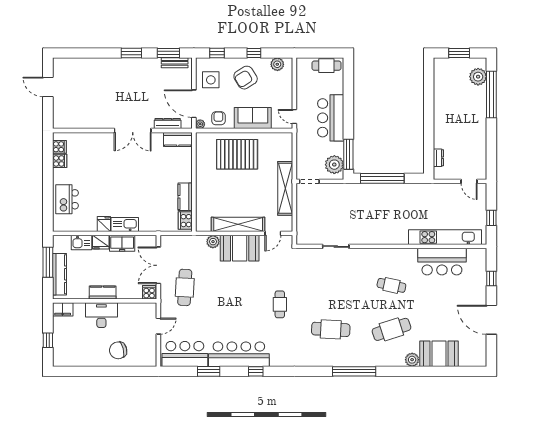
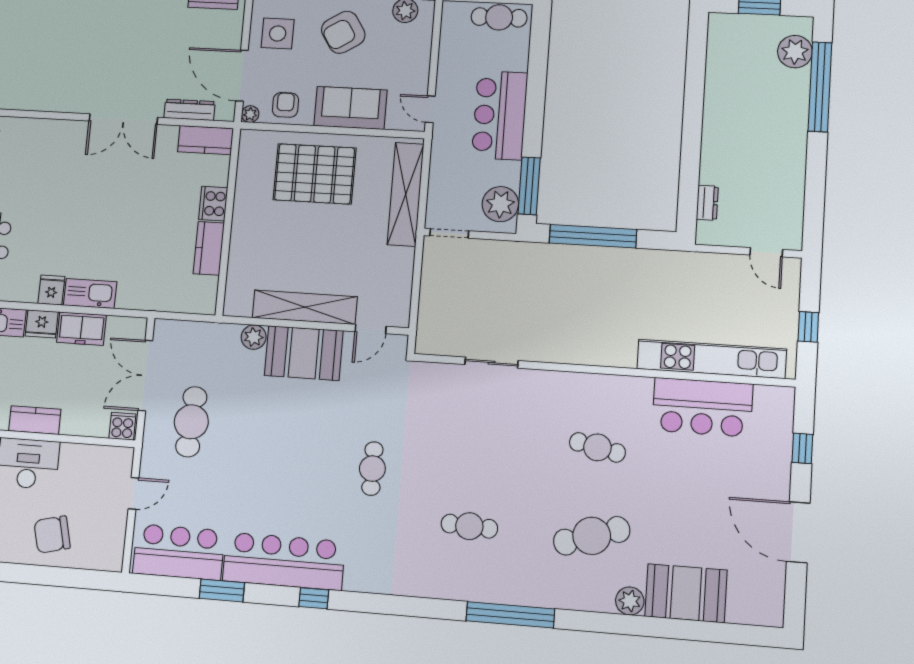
shelving: (285, 188) -> (406, 194), moved
cooker: (185, 221) -> (213, 204), moved
cafe table: (331, 329) -> (469, 526), width x0.73, depth x0.74

